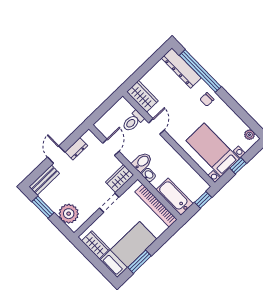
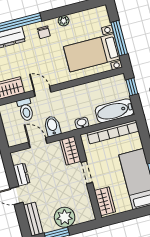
plant: (250, 135) -> (64, 21), moved
bidet: (142, 162) -> (52, 126), moved
window: (238, 166) -> (119, 38), width x2.17
plant: (69, 214) -> (65, 217), moved
wardrobe: (96, 245) -> (105, 201), moved, turned 90

